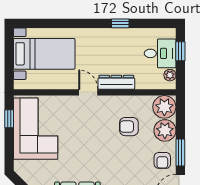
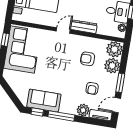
door: (88, 92) -> (63, 30), hinge flipped
armchair: (162, 160) -> (92, 88), moved

